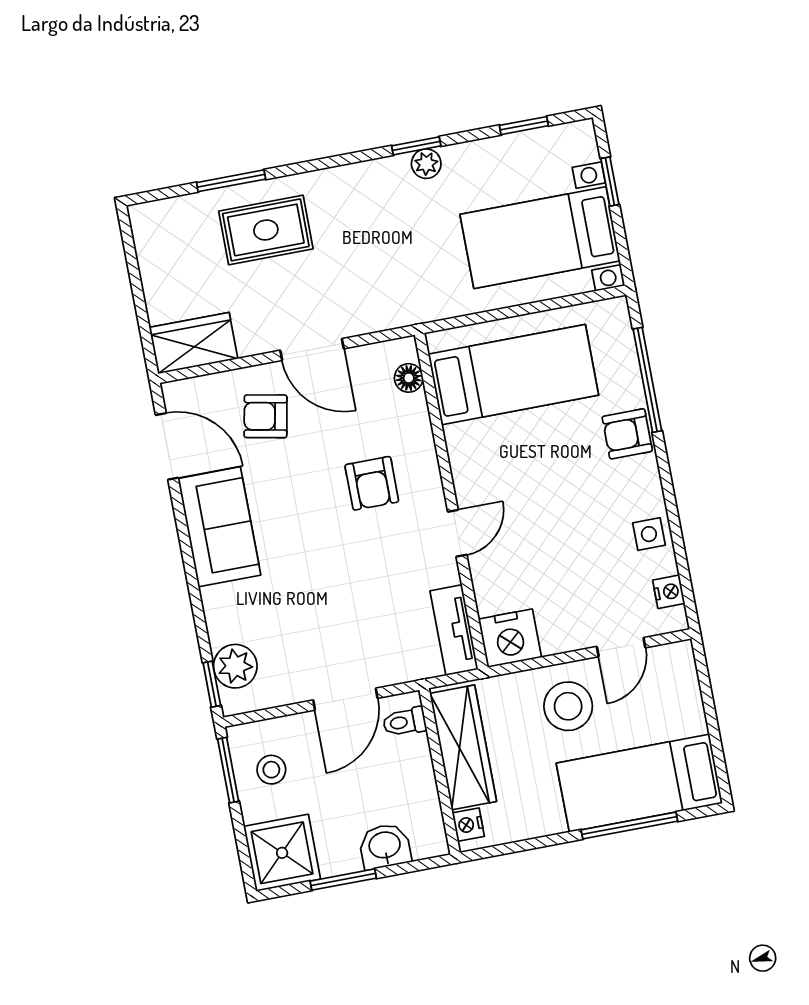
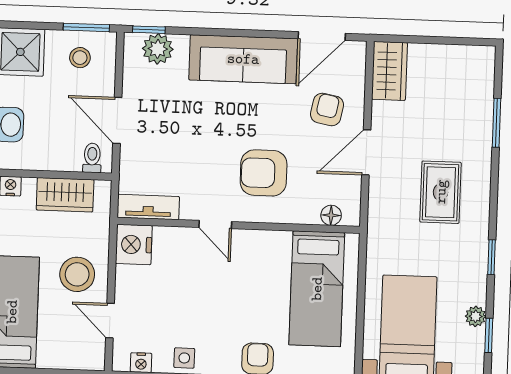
plant: (426, 164) -> (476, 316), moved
rug: (266, 230) -> (441, 192), moved
armchair: (372, 483) -> (264, 173), width x1.38, depth x1.38
sofa: (219, 527) -> (243, 59), width x1.36
wardrobe: (463, 747) -> (65, 195), width x0.67

